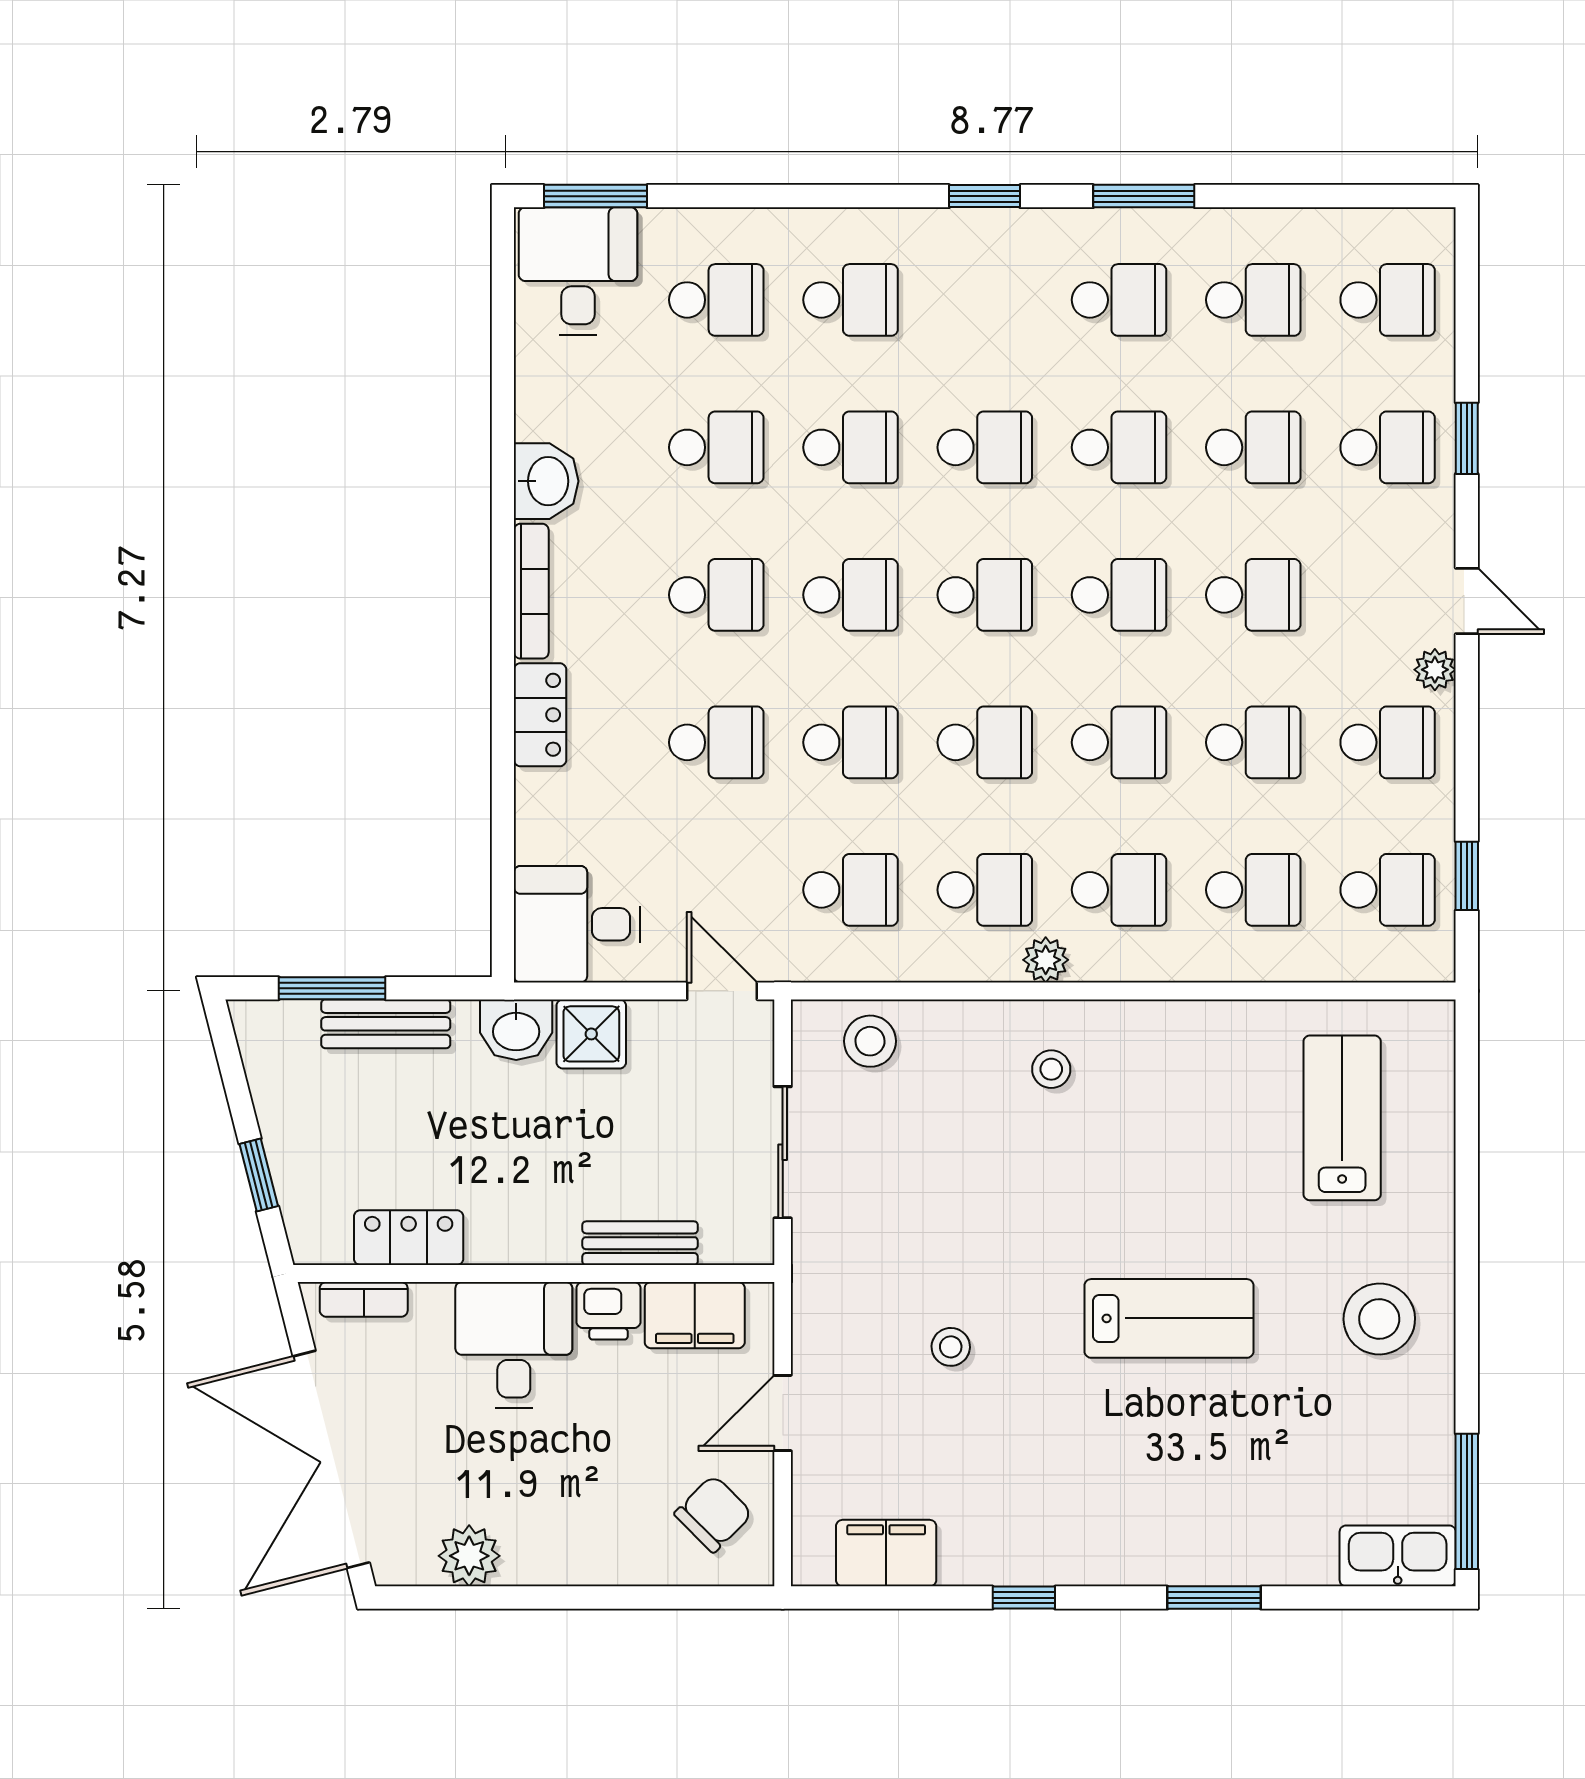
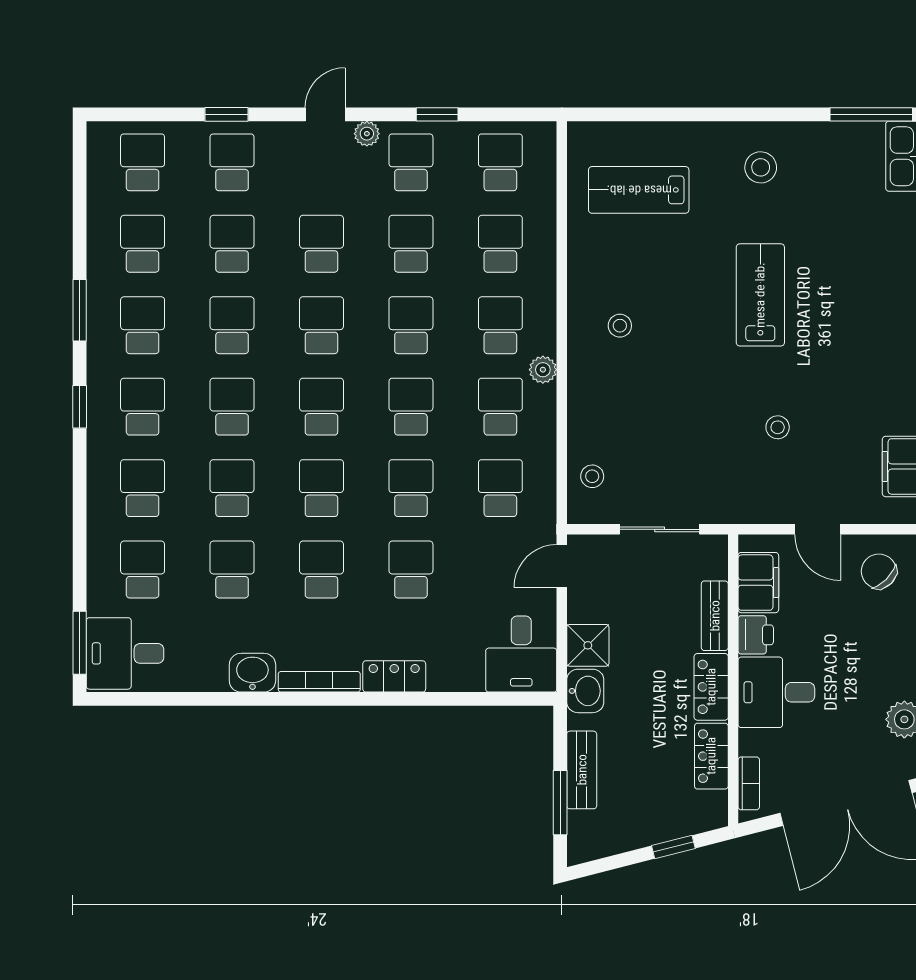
school desk: (985, 300) -> (143, 407), added
window: (1467, 876) -> (437, 114), moved
stool: (870, 1041) -> (592, 476), width x0.73, depth x0.73
stool: (1051, 1069) -> (620, 326), moved
locker: (523, 1237) -> (711, 687), added
stool: (1379, 1319) -> (761, 167), width x0.73, depth x0.73

